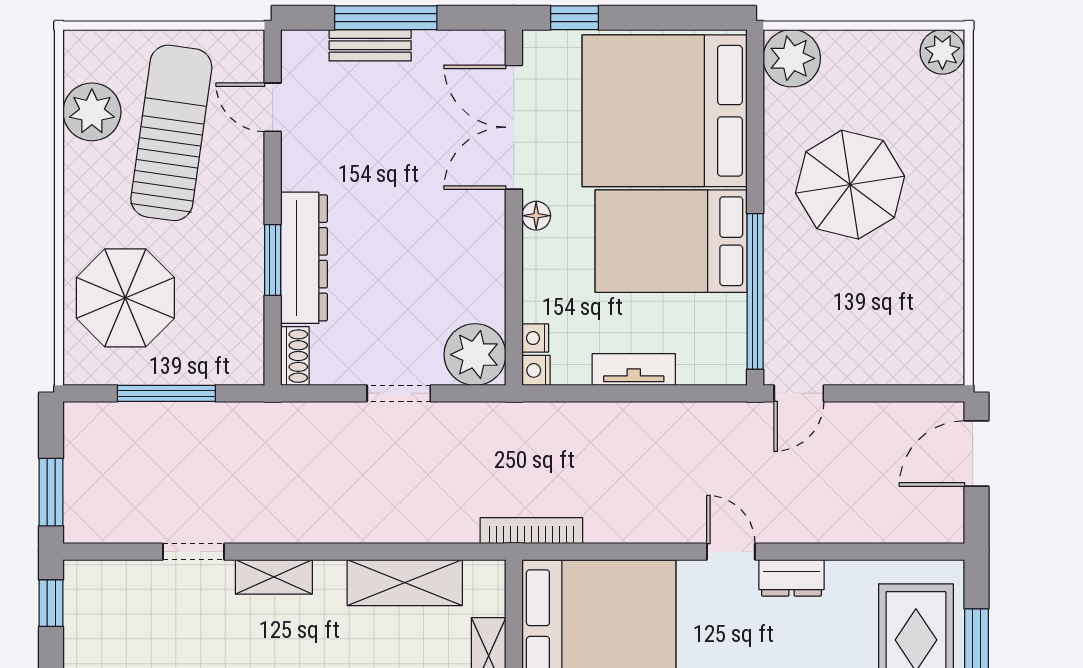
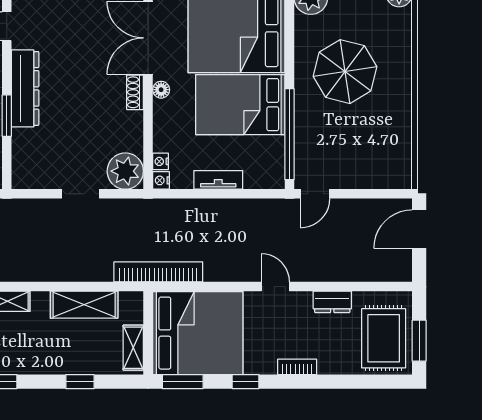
dresser: (304, 258) -> (25, 88), moved
shoe rack: (295, 356) -> (135, 92), moved, turned 180
bookcase: (531, 531) -> (158, 272), width x1.48, depth x1.31
dresser: (792, 578) -> (332, 302), moved

